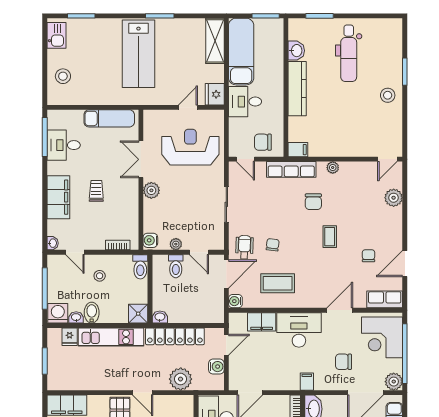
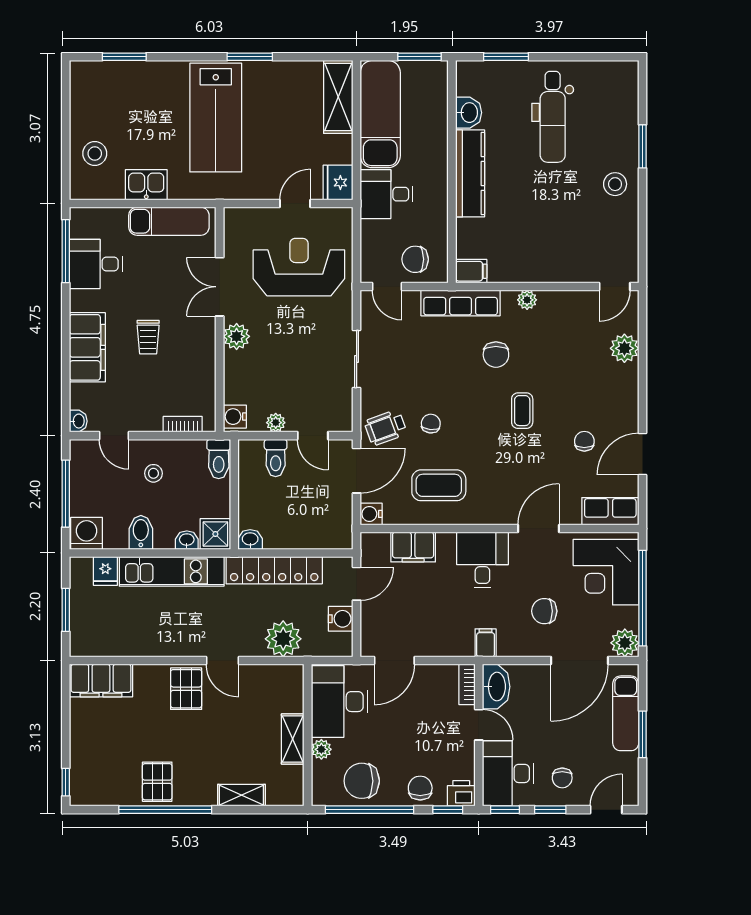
kitchen sink: (57, 35) -> (146, 185), moved, turned -90
trolley: (96, 191) -> (148, 337), turned 180
wheelchair: (244, 247) -> (386, 428), turned -112
washbasin: (76, 317) -> (187, 540), moved
desk: (299, 330) -> (482, 560), width x0.73

